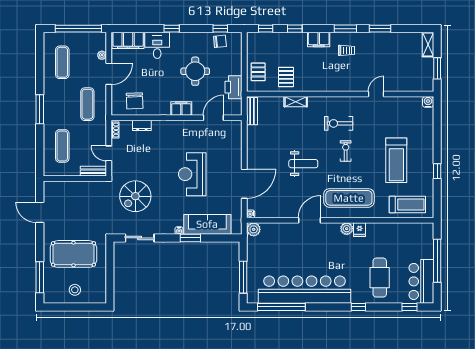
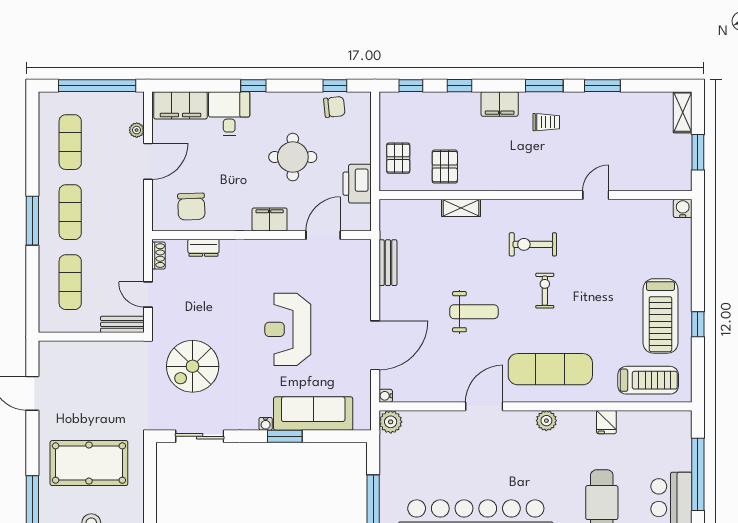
exercise mat: (87, 104) -> (70, 212), moved
bench: (252, 111) -> (388, 263), moved
treadmill: (396, 160) -> (660, 316), moved
fridge: (360, 230) -> (606, 422), moved

